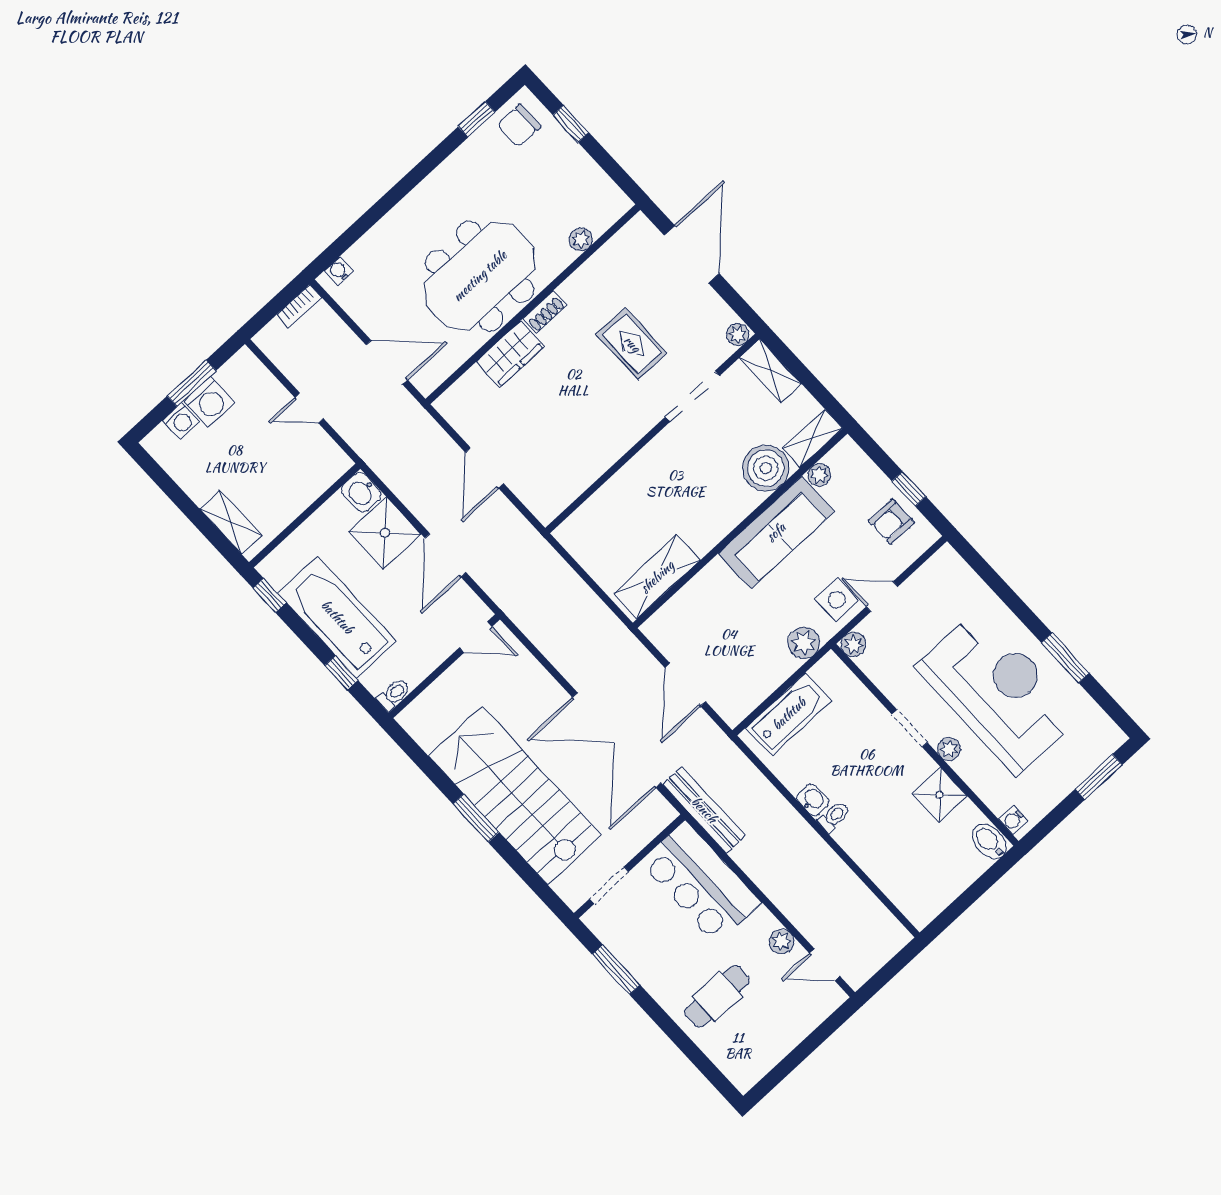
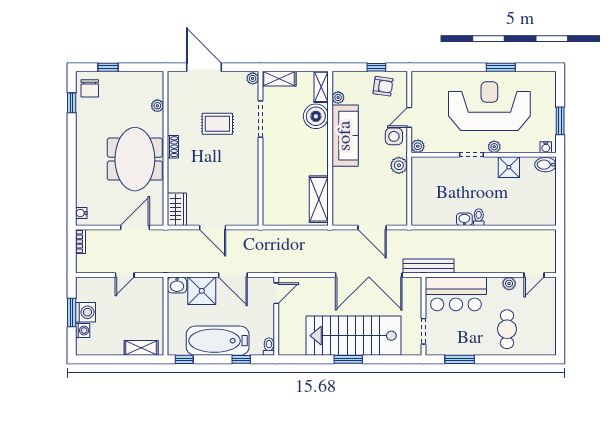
wardrobe: (510, 354) -> (177, 209), moved
armchair: (891, 522) -> (383, 86), turned -82
bathtub: (789, 714) -> (422, 197), removed
window: (1099, 777) -> (560, 121), moved

